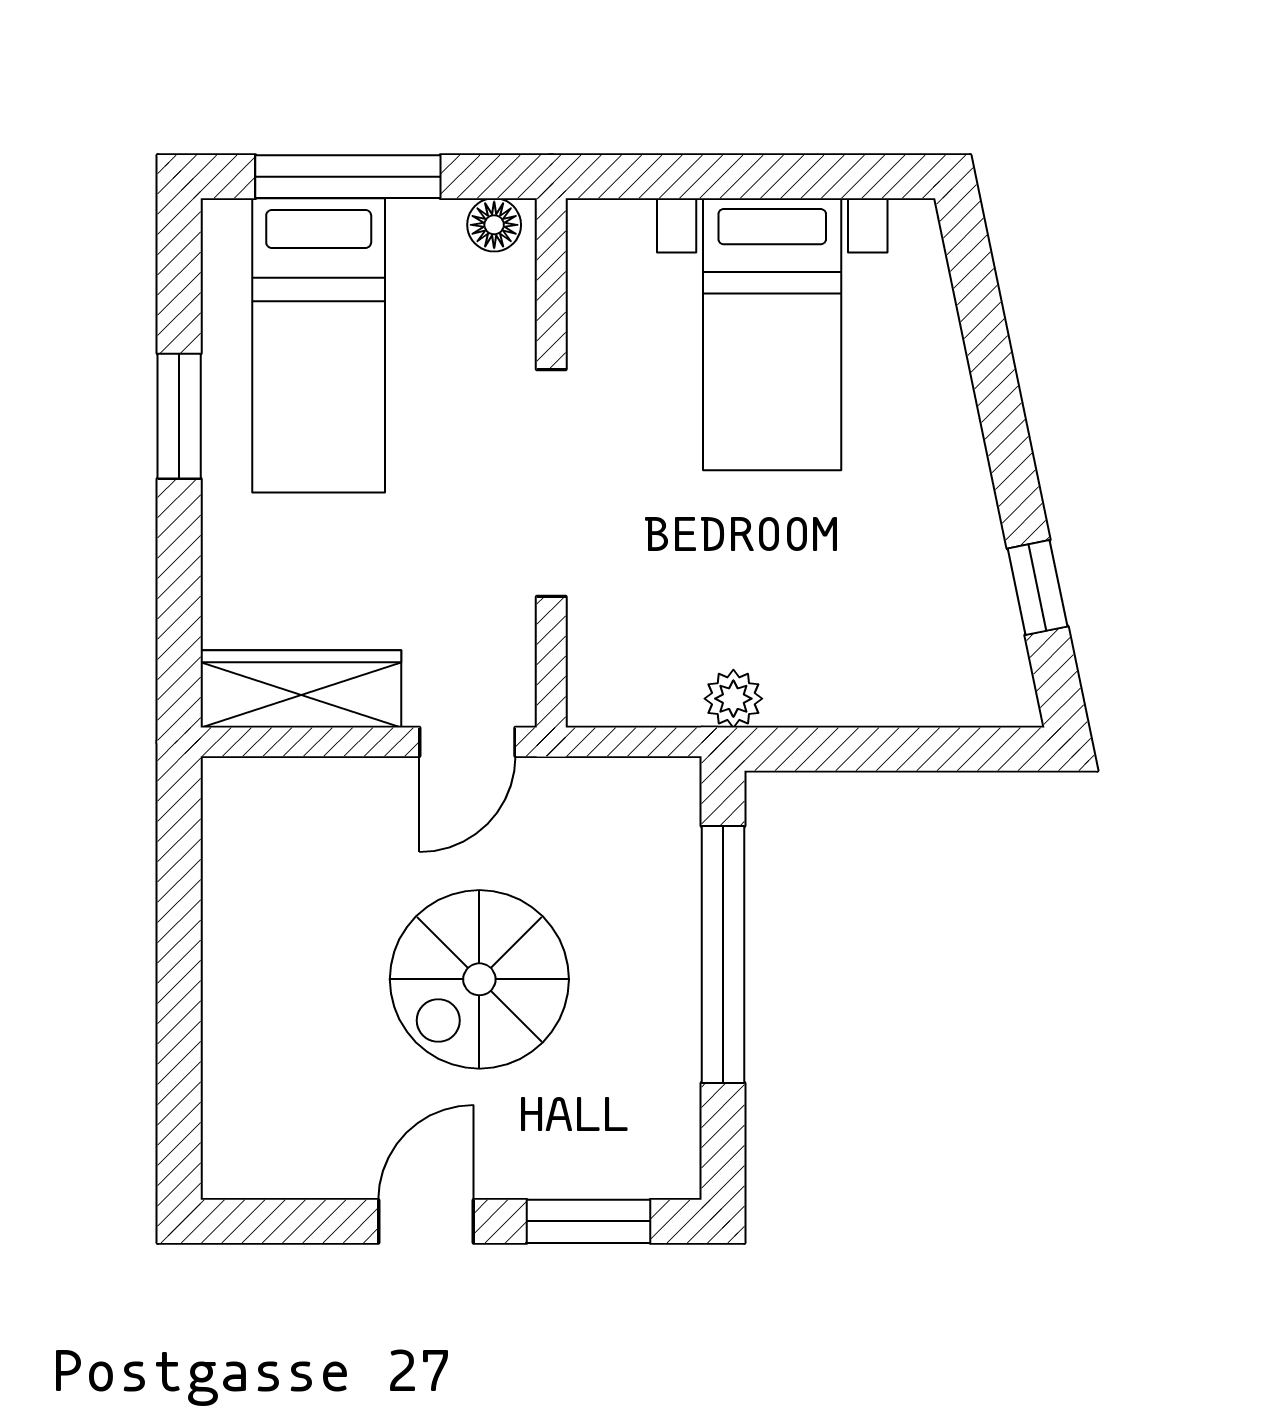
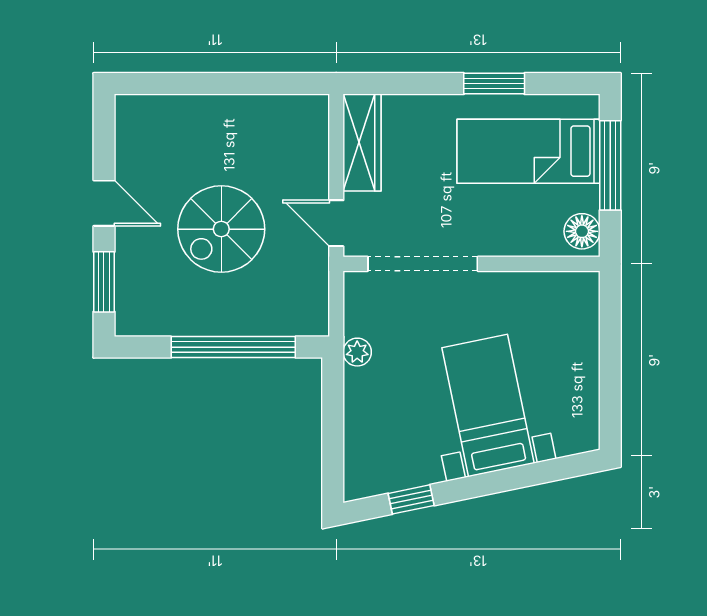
floor lamp: (494, 225) -> (582, 231), width x1.37, depth x1.37
bed with nightstands: (772, 334) -> (488, 406), moved, turned 78
doorway: (551, 483) -> (423, 264), moved
spiral stairs: (479, 979) -> (221, 229), turned -90

